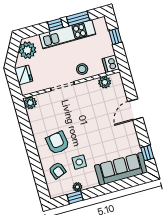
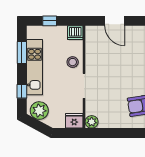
window: (55, 25) -> (22, 91), moved
fridge: (24, 75) -> (74, 121), moved
plant: (105, 82) -> (91, 44), removed
door: (135, 109) -> (115, 21), moved

